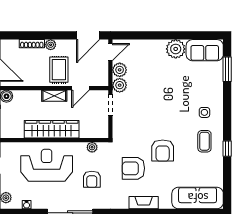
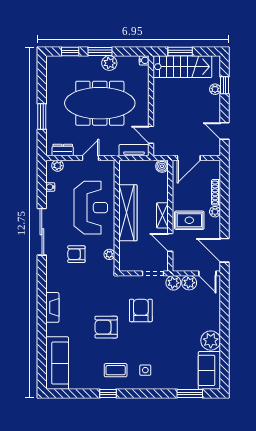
armchair: (133, 168) -> (141, 310), moved

